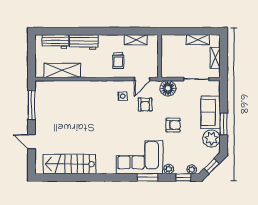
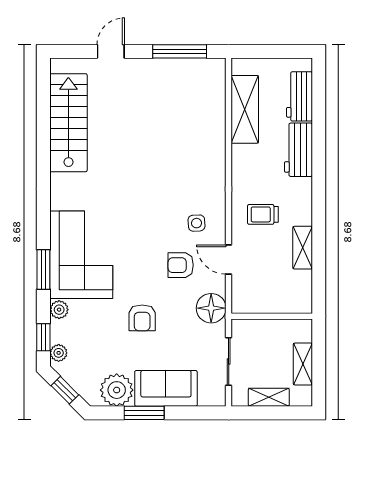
wall: (160, 56) -> (272, 316), moved

